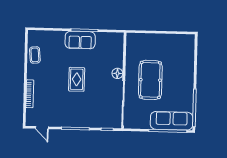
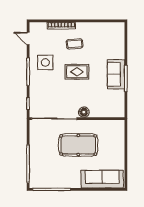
coffee table: (35, 55) -> (75, 44), moved
side table: (66, 111) -> (45, 62), added
sofa: (172, 121) -> (102, 179), moved, turned -90
door: (42, 128) -> (28, 39), hinge flipped

